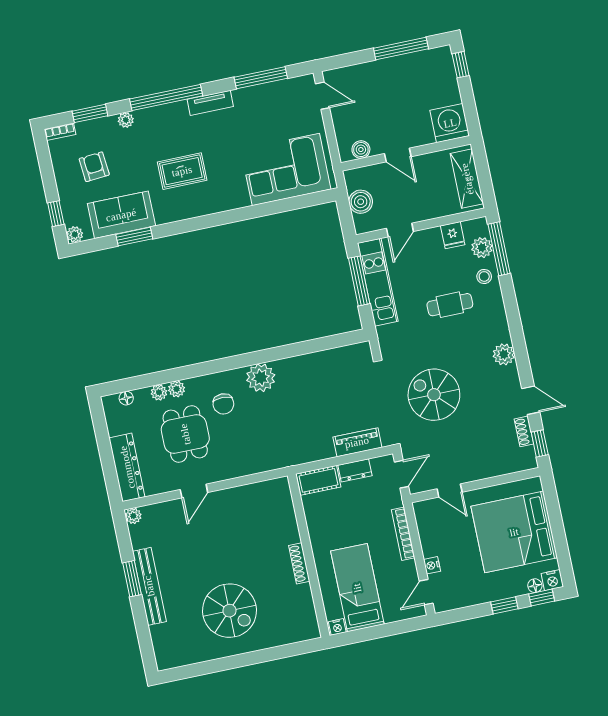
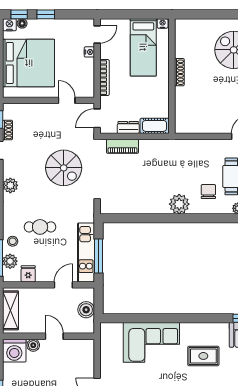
boiler: (361, 150) -> (33, 345), moved
corner sofa: (286, 169) -> (151, 342), moved

